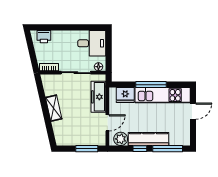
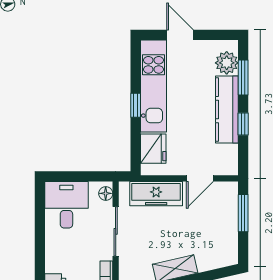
window: (151, 85) -> (136, 105), width x0.46
door: (107, 123) -> (200, 178), swing flipped
plant: (121, 139) -> (227, 63), moved
window: (168, 149) -> (243, 78), width x0.69

